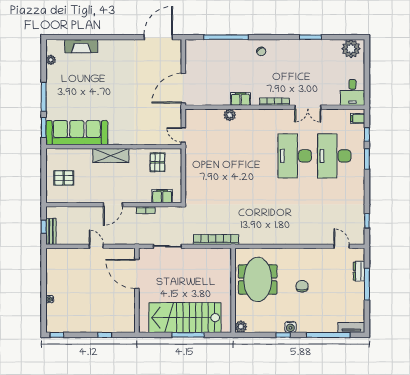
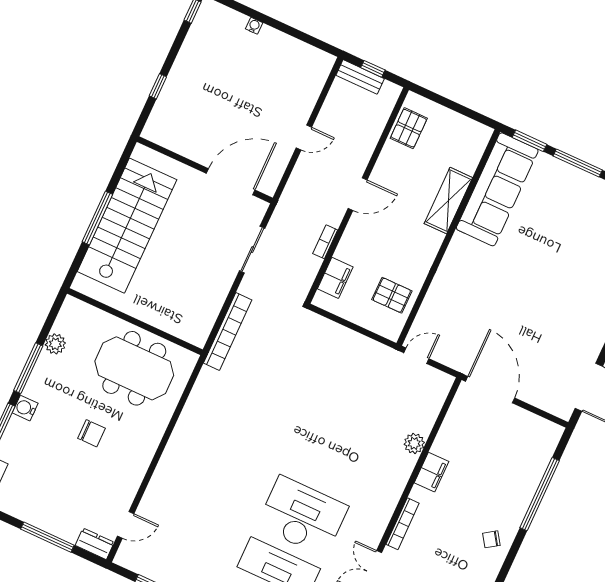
shelving: (111, 156) -> (448, 201), moved
pallet: (64, 178) -> (409, 128), moved
door: (113, 205) -> (358, 194), swing flipped
dresser: (359, 271) -> (95, 544), moved
plant: (241, 327) -> (55, 344), moved
water cooler: (290, 327) -> (25, 408), moved
window: (283, 335) -> (28, 368), width x2.17

